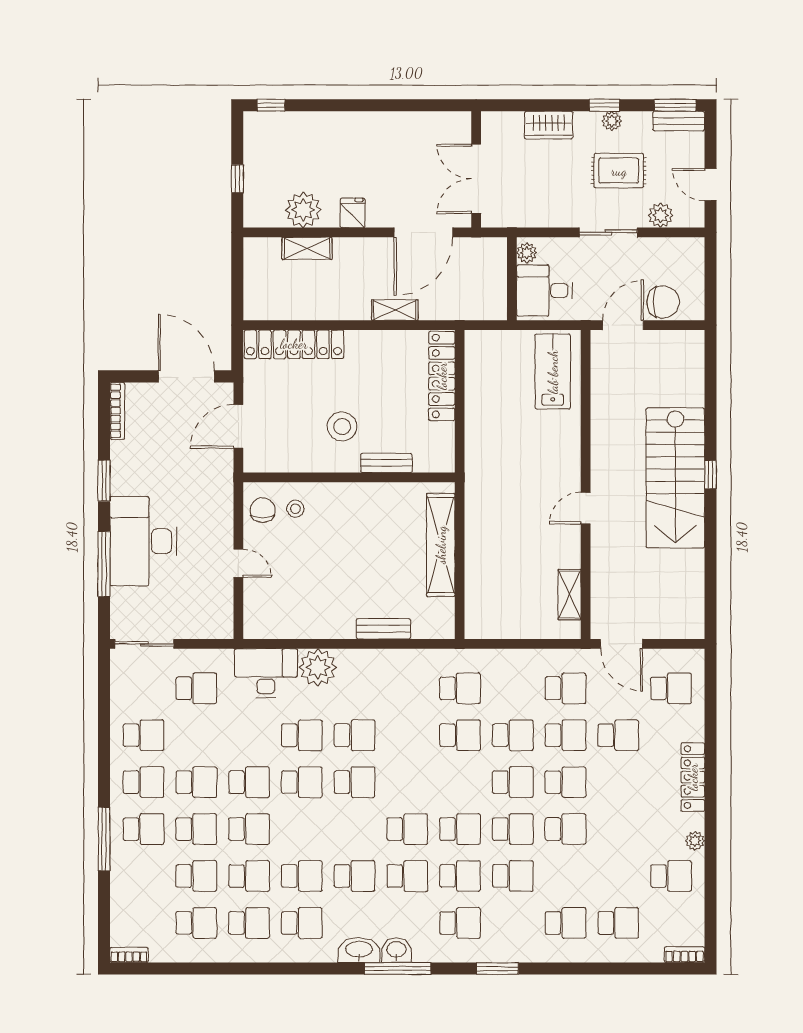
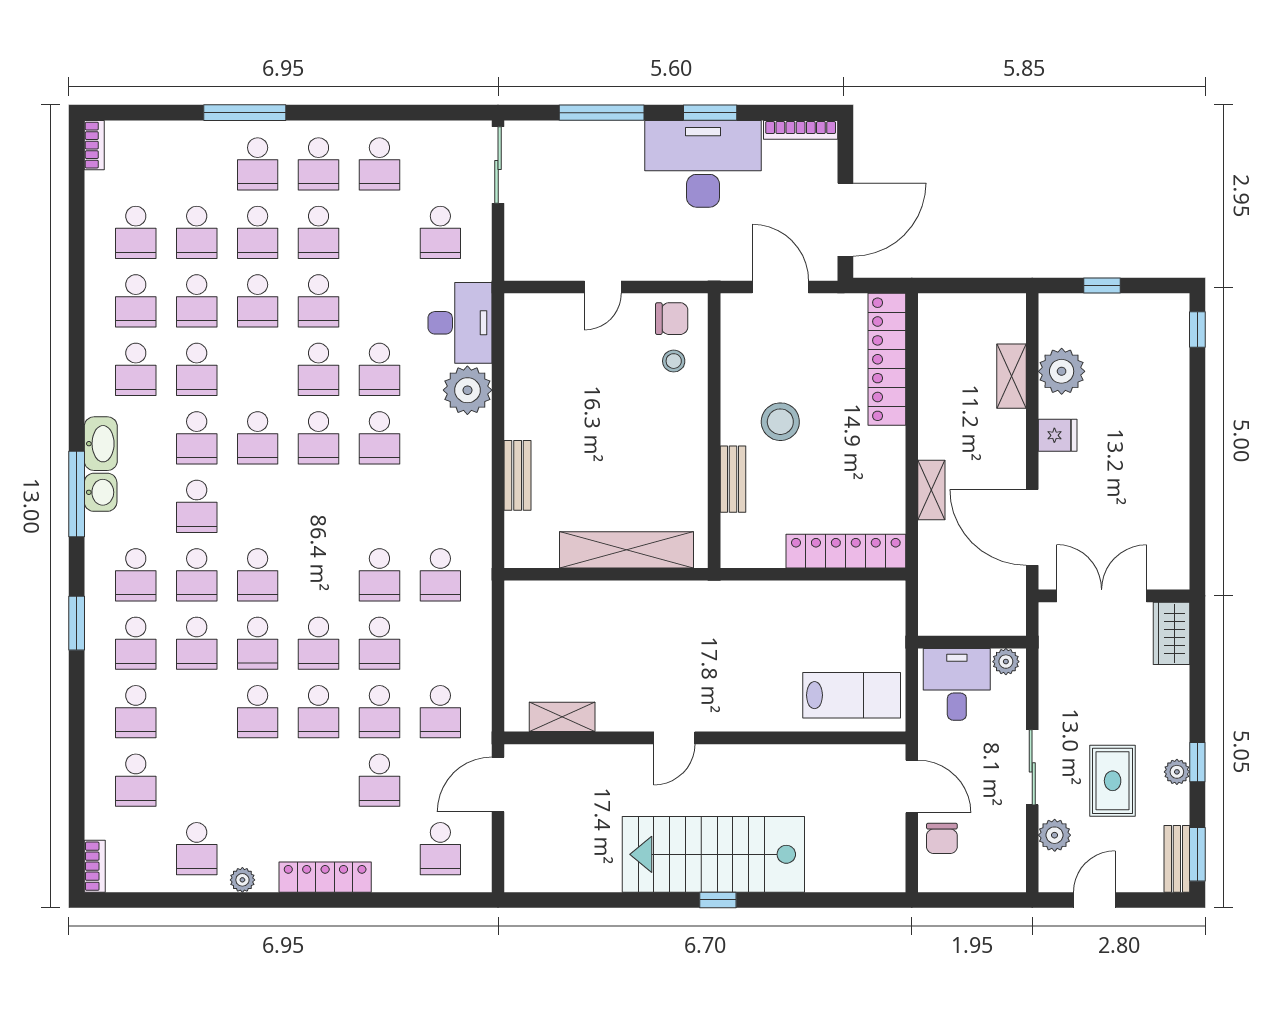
wardrobe: (549, 125) -> (1172, 633), moved
chair: (663, 302) -> (942, 838), width x0.73, depth x0.73
door: (586, 508) -> (674, 738), swing flipped
desk: (143, 541) -> (703, 164), moved
school desk: (407, 829) -> (258, 438), moved
school desk: (513, 923) -> (136, 643), added

